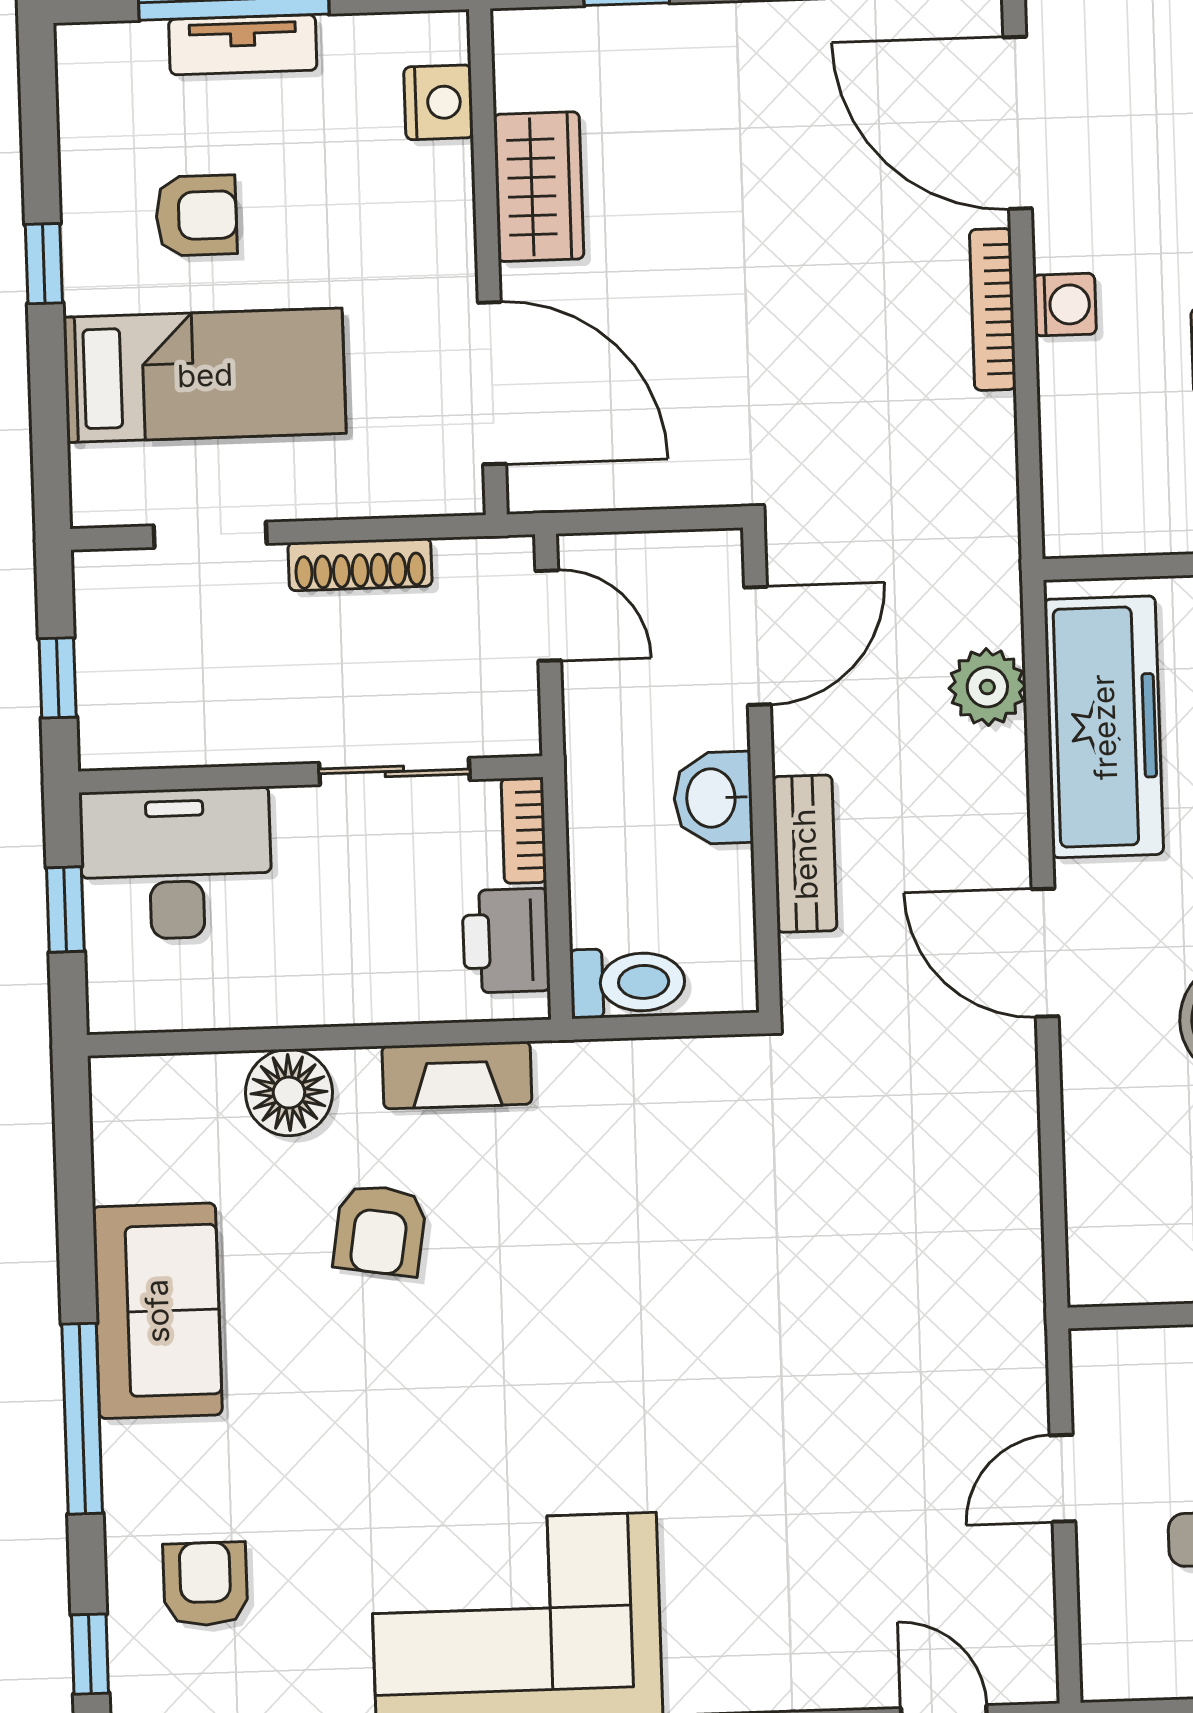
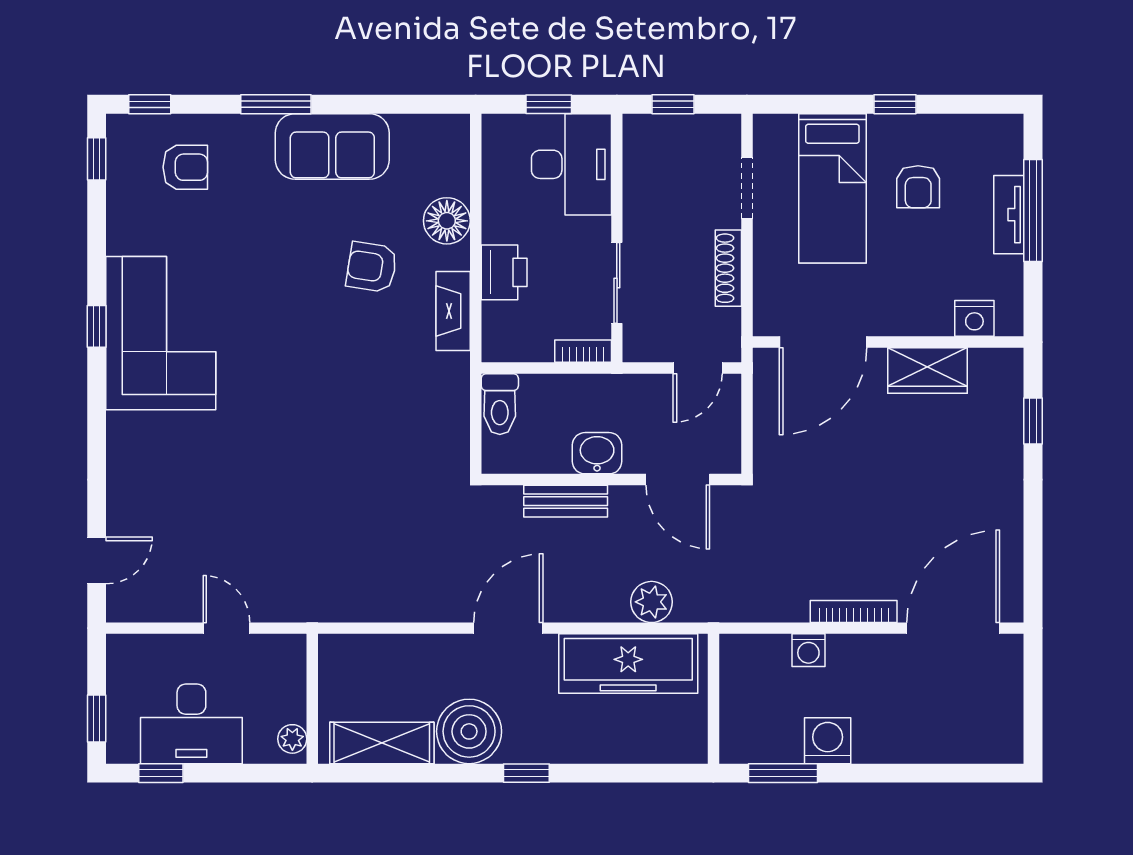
washing machine: (1065, 305) -> (808, 650), moved
printer: (506, 941) -> (504, 272), moved, turned 90
window: (82, 1419) -> (276, 104), width x0.69

